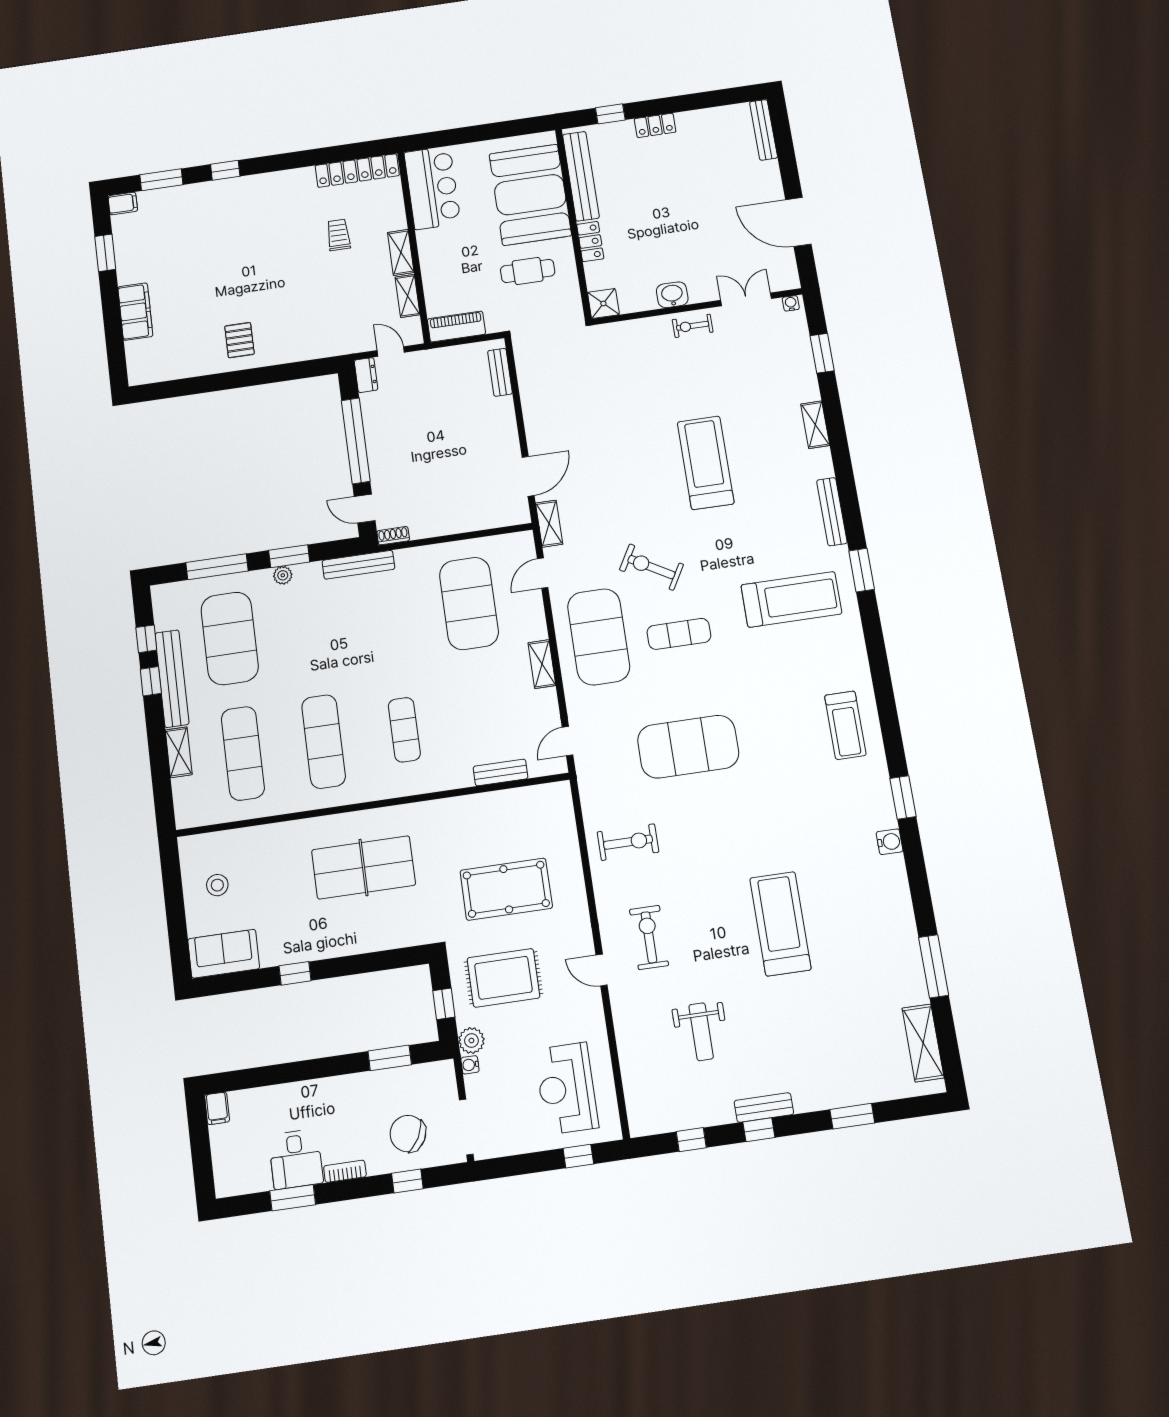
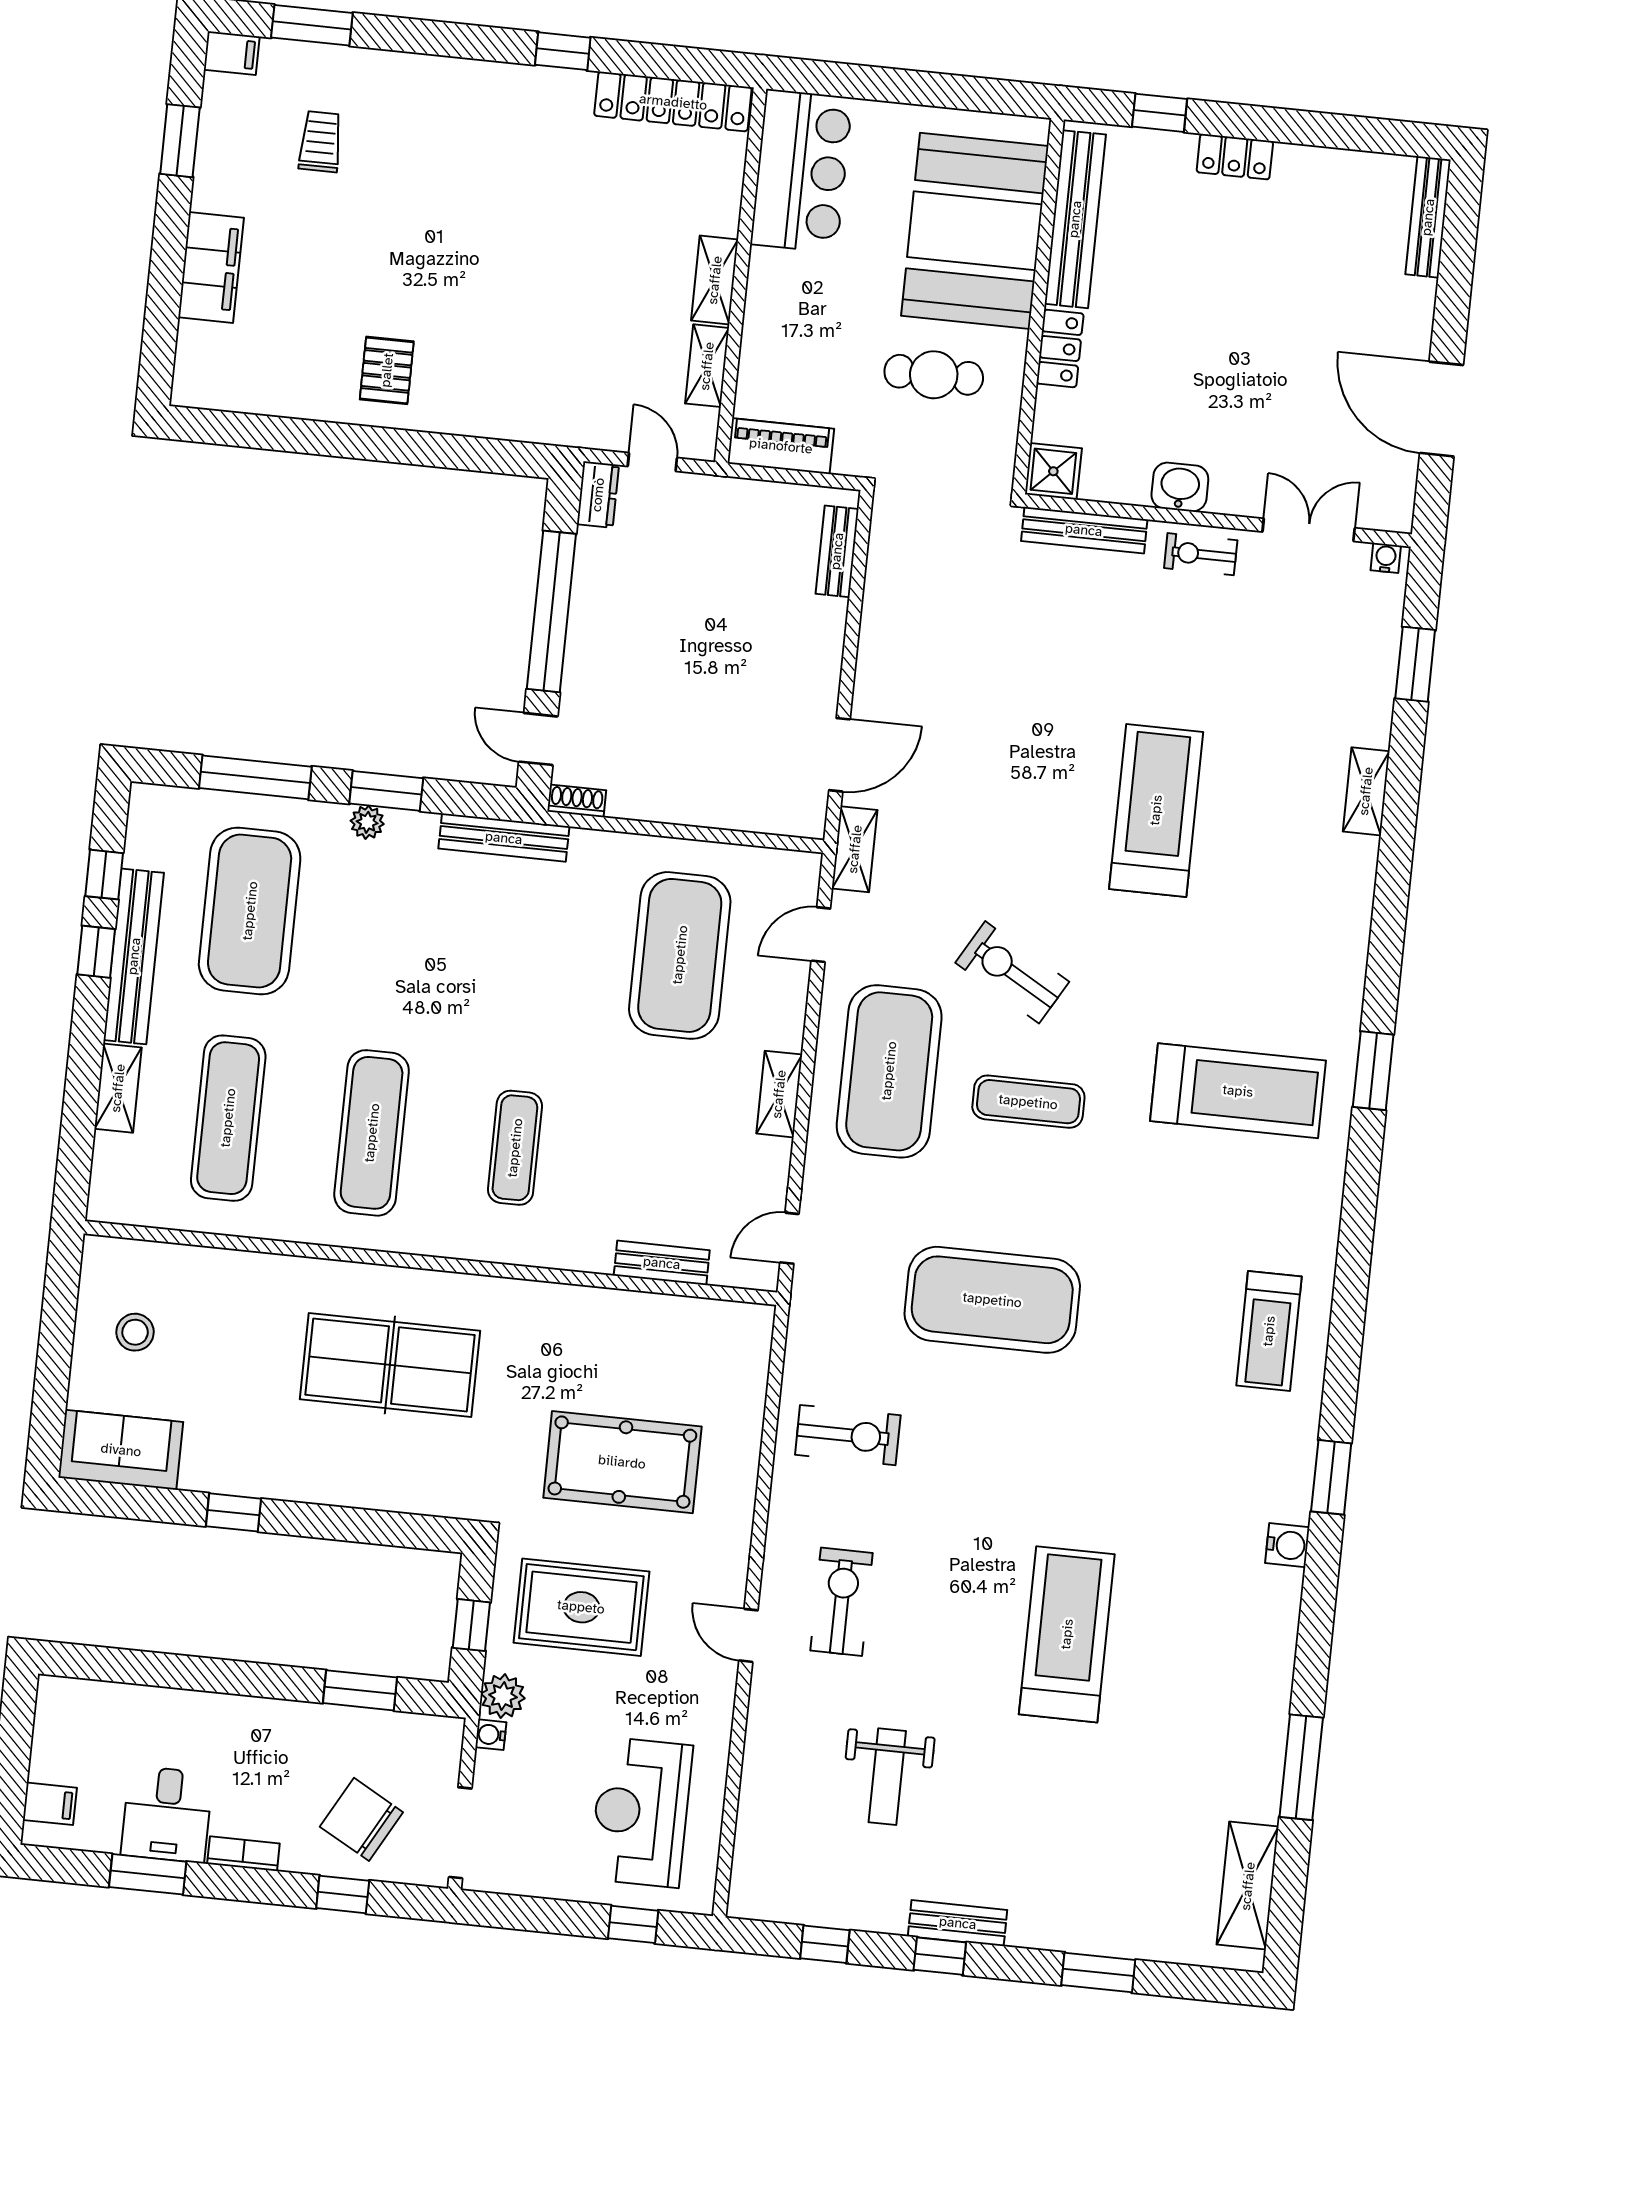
window: (225, 170) -> (563, 51), moved
trolley: (338, 235) -> (320, 142), moved
bench: (832, 512) -> (1084, 530), moved, turned 90
filing cabinet: (217, 1108) -> (50, 1804), moved, turned -90

